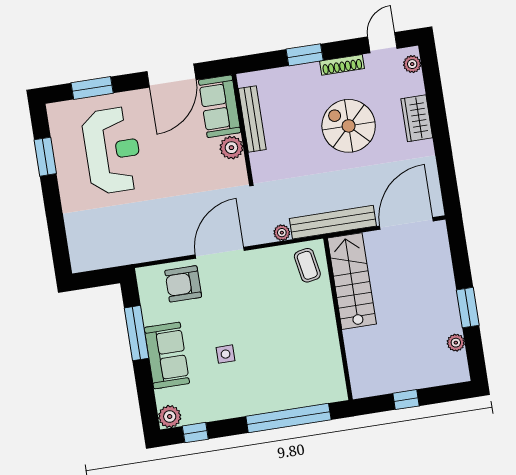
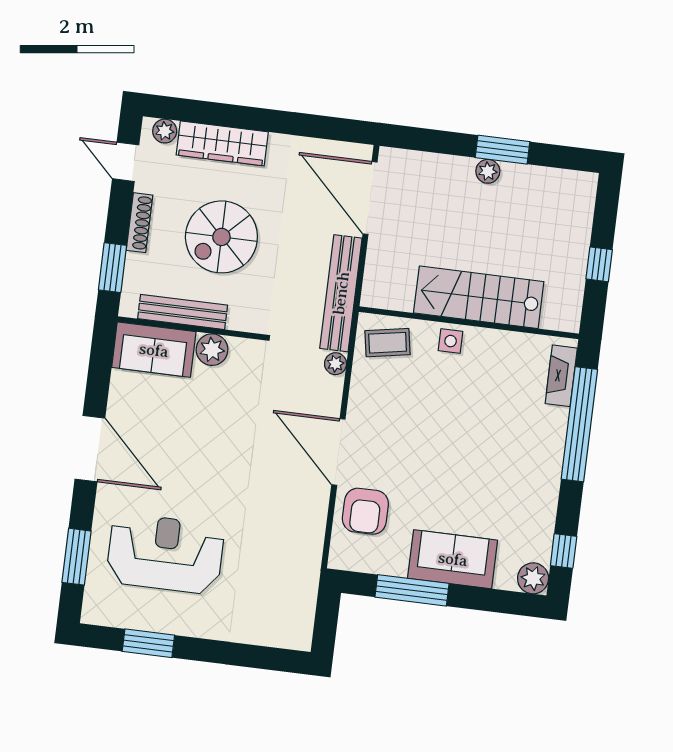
sofa: (220, 106) -> (154, 350), moved
wardrobe: (417, 118) -> (222, 143), width x1.50
bench: (252, 119) -> (183, 312), moved
wall: (242, 128) -> (191, 328), moved
plant: (231, 148) -> (212, 350), moved
stairs: (352, 281) -> (479, 297), moved
plant: (456, 343) -> (488, 171), moved
side table: (226, 354) -> (451, 341), moved
fireplace: (319, 395) -> (561, 376), added

